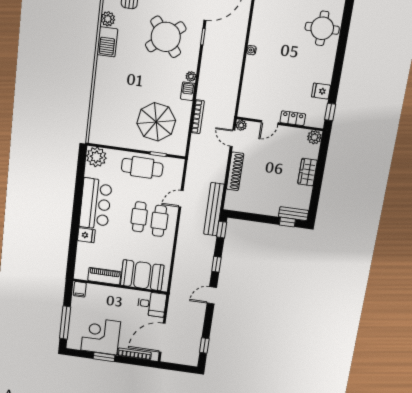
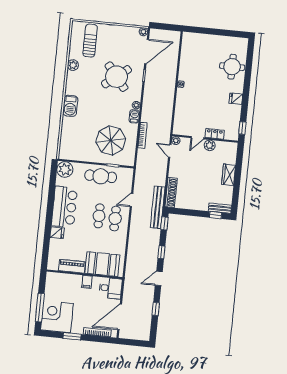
barbecue: (107, 42) -> (70, 106), moved
fridge: (321, 91) -> (236, 99), moved
plant: (314, 137) -> (210, 145), moved
shoe rack: (235, 171) -> (171, 193), moved
filing cabinet: (80, 289) -> (87, 282), moved
corner desk: (101, 336) -> (57, 317), moved
window: (204, 346) -> (156, 309), moved

